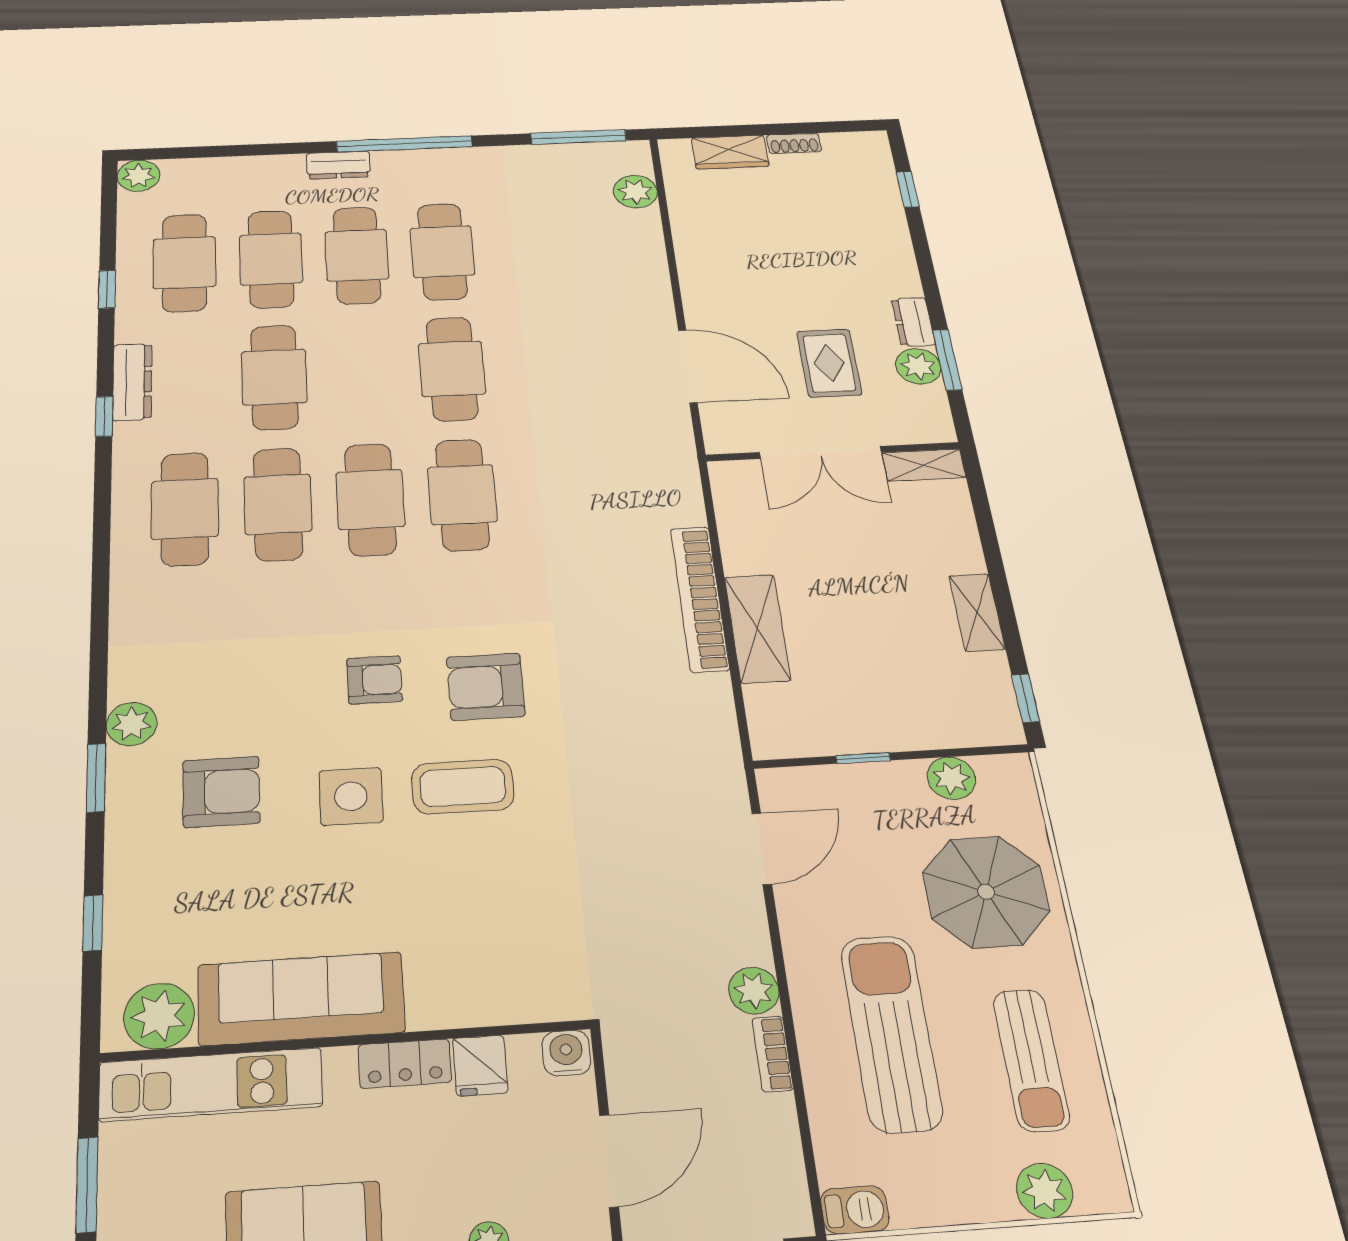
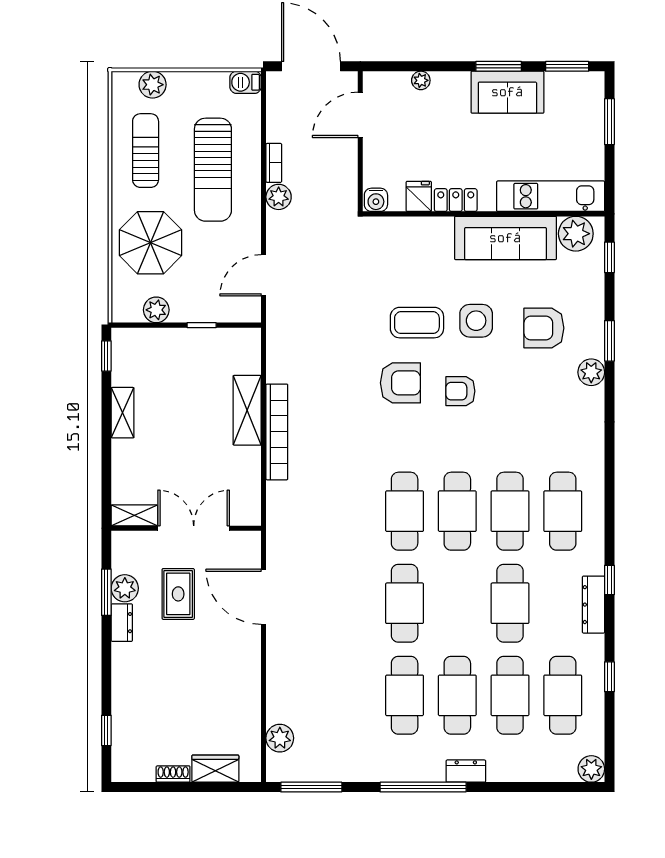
sofa: (301, 998) -> (505, 238), moved
plant: (159, 1016) -> (576, 234), moved
wall: (347, 1041) -> (484, 214), moved
water cooler: (566, 1053) -> (376, 200), moved
locker: (405, 1064) -> (456, 200), moved
fridge: (480, 1066) -> (419, 196), moved
kitchen unit: (211, 1084) -> (551, 196), moved

